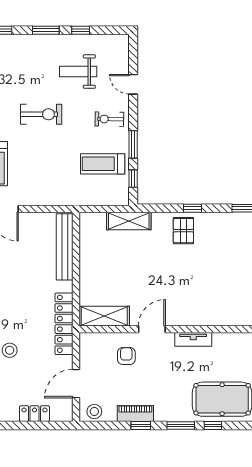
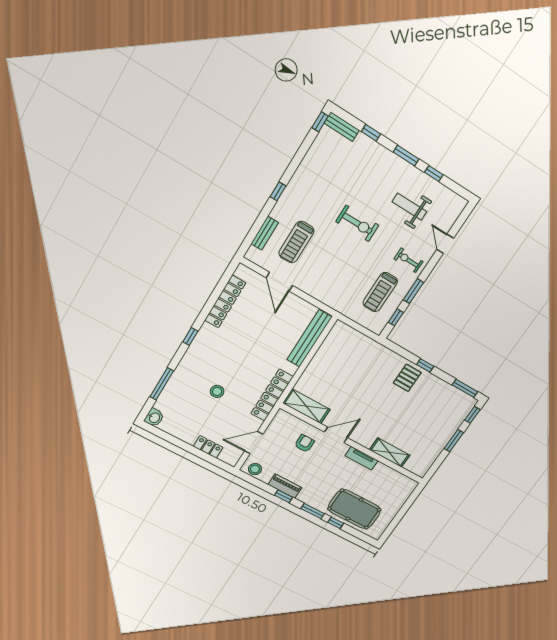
treadmill: (103, 164) -> (380, 292), turned -90
shelving: (129, 221) -> (390, 453), moved

